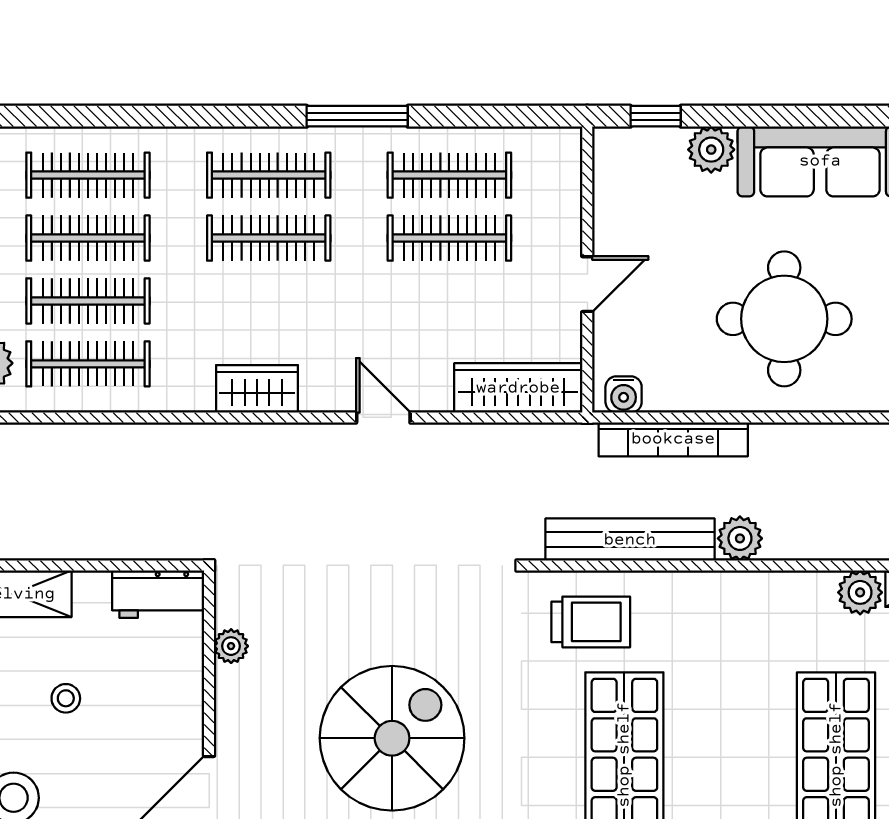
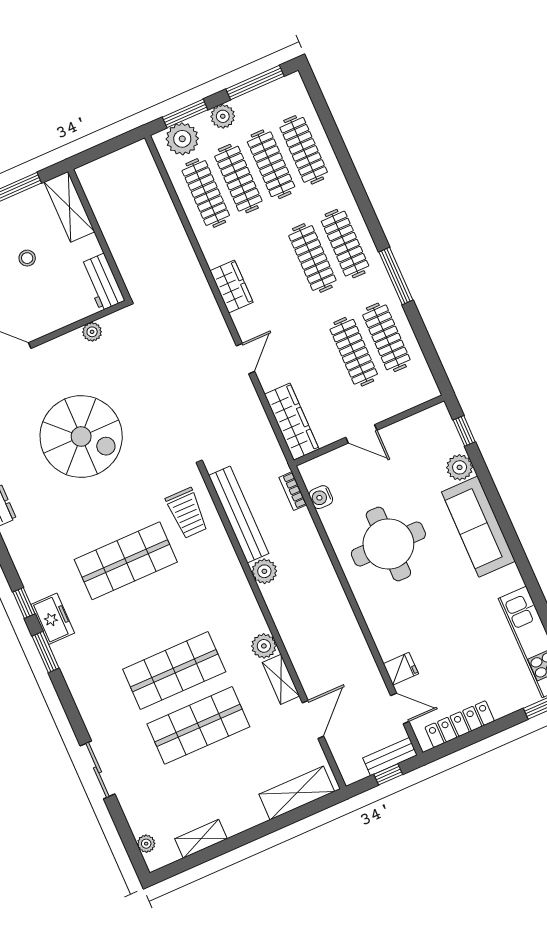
water cooler: (624, 394) -> (321, 497), moved
bookcase: (673, 439) -> (293, 491), width x0.43, depth x0.76

